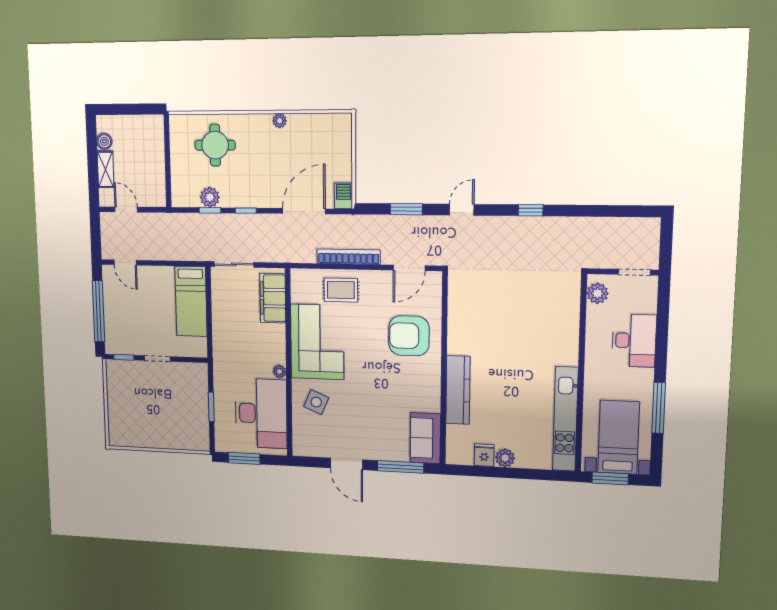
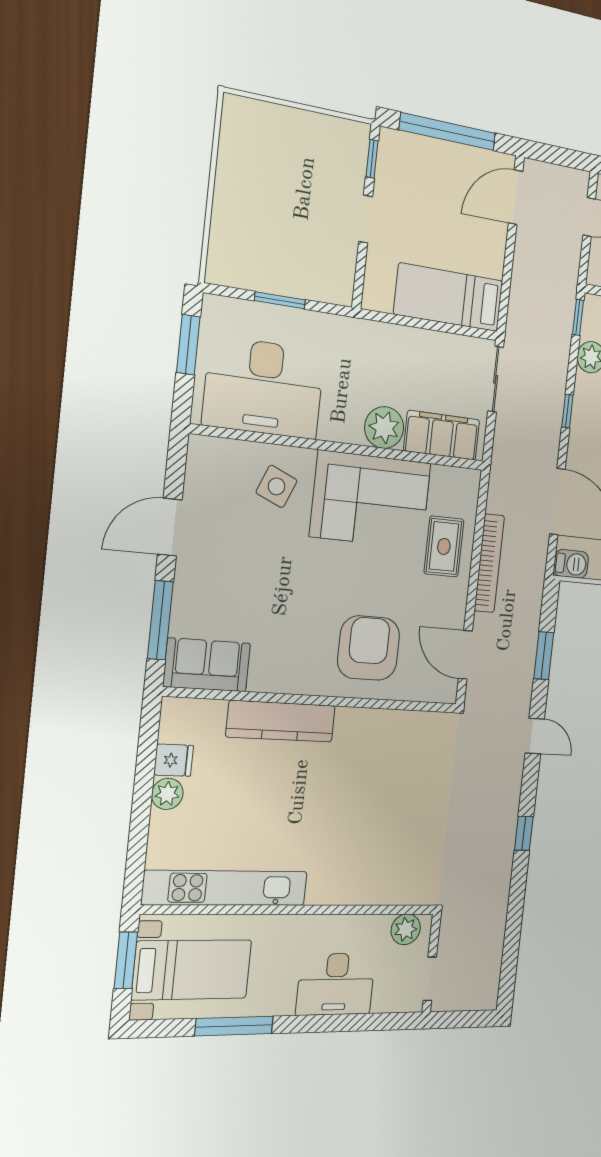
window: (210, 210) -> (578, 317), moved
door: (125, 262) -> (516, 197), width x1.37
plant: (280, 372) -> (384, 428), moved, width x1.87, depth x1.87

